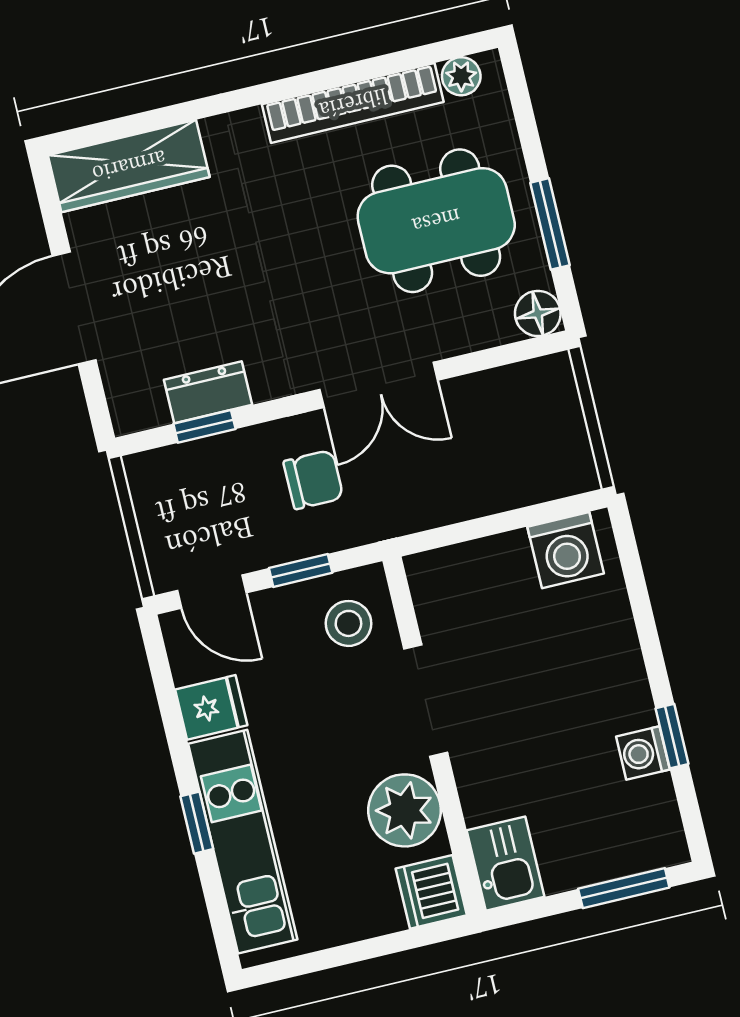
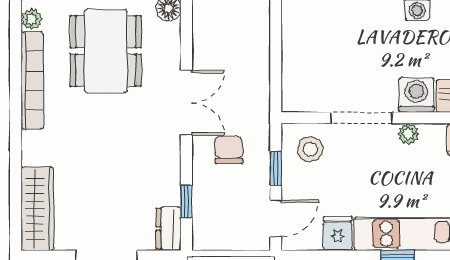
dresser: (208, 392) -> (169, 229), moved
washing machine: (566, 550) -> (416, 95), moved, turned -90
plant: (405, 810) -> (408, 134), width x0.53, depth x0.53

